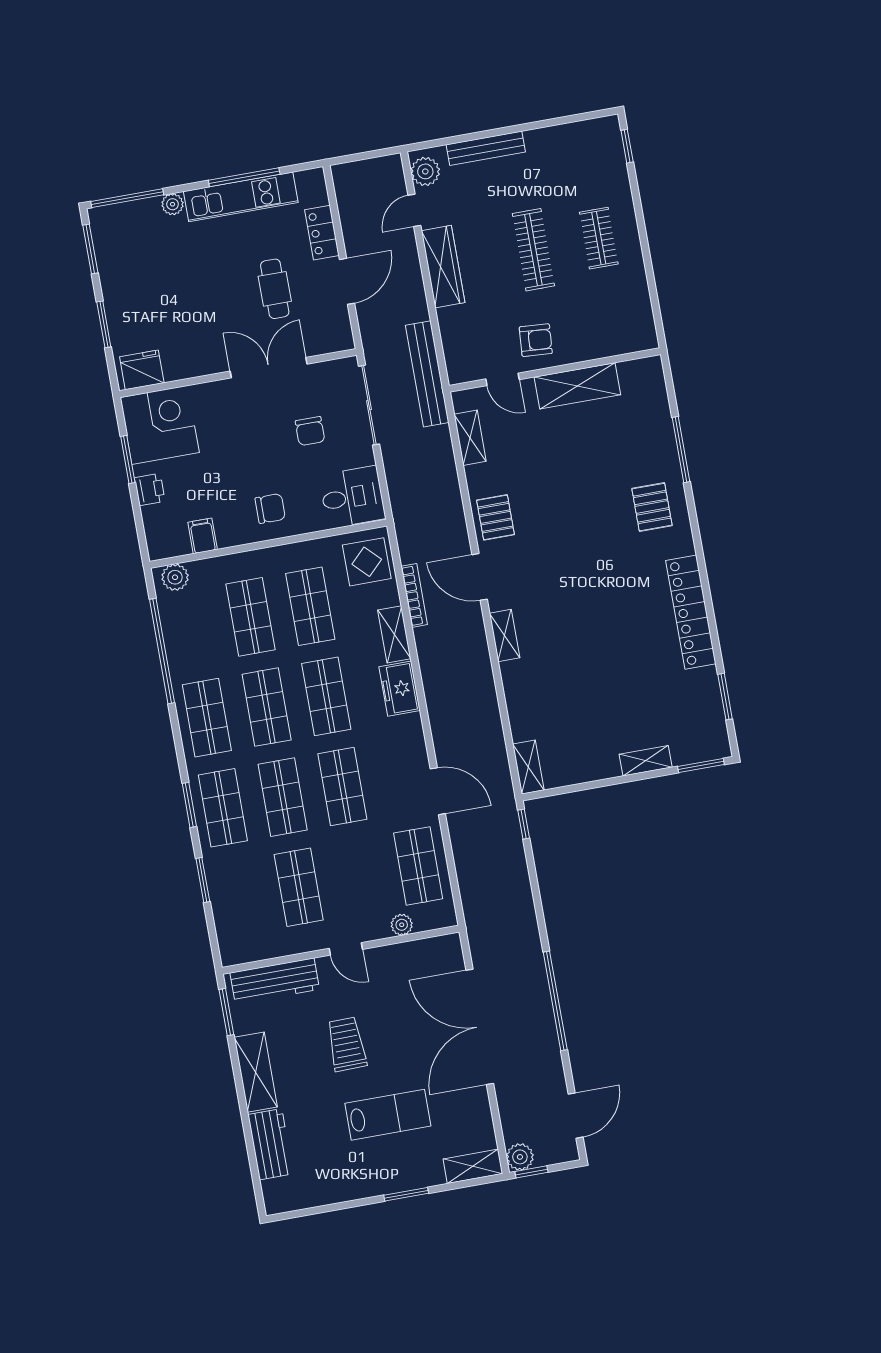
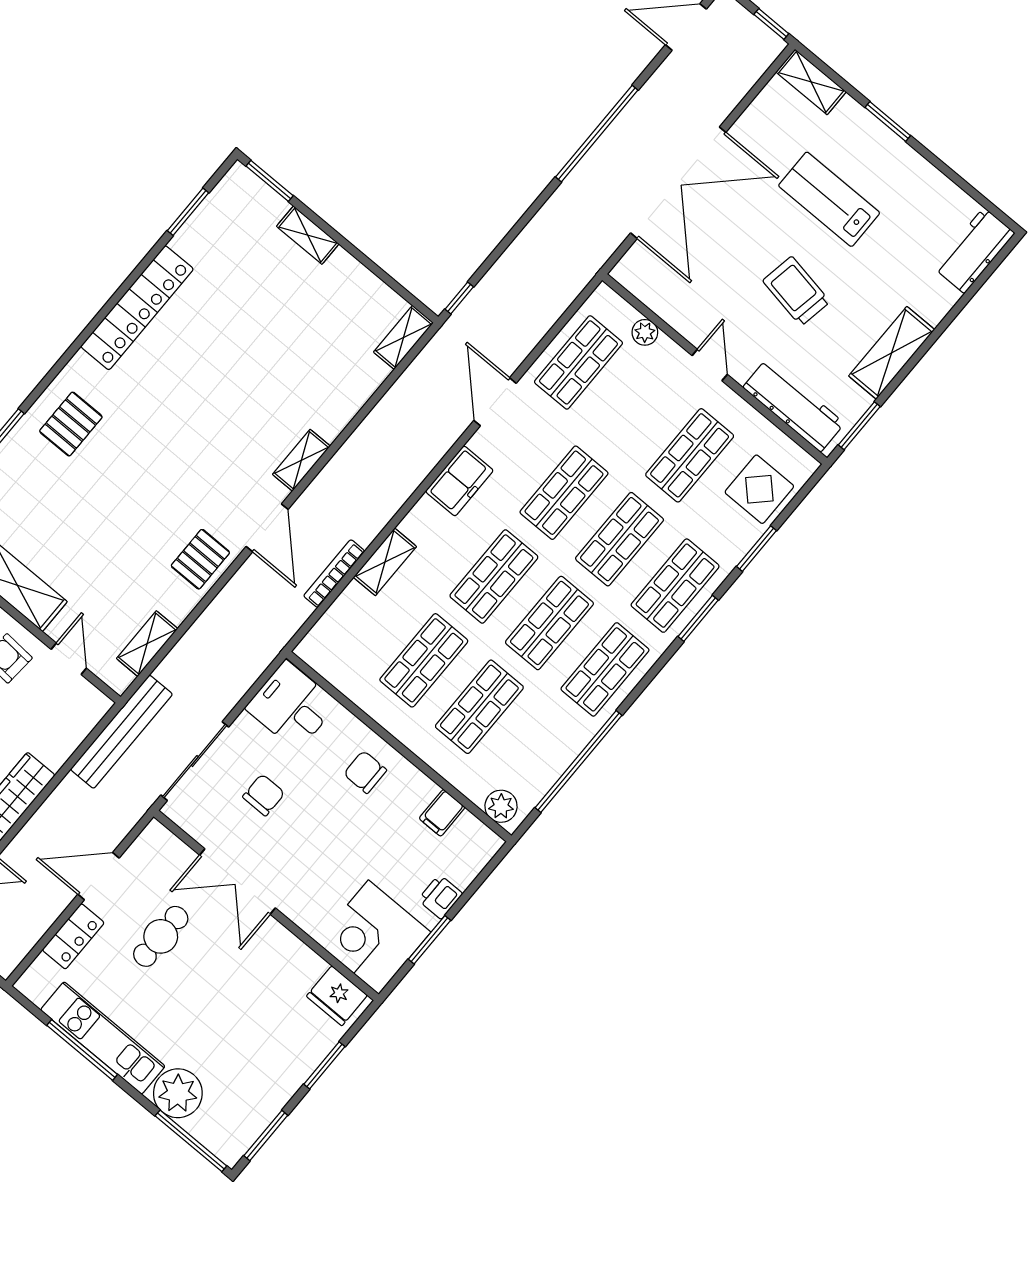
plant: (173, 204) -> (178, 1093), width x1.87, depth x1.87
display table: (367, 562) -> (759, 489), moved
freezer: (400, 689) -> (459, 481), moved
trolley: (347, 1044) -> (796, 291), turned 101
workbench: (271, 1144) -> (974, 250), moved
plant: (520, 1157) -> (766, 46), removed

